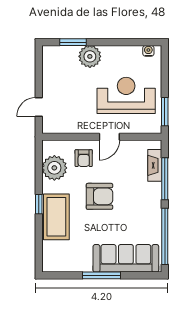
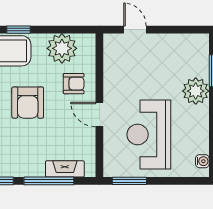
reception desk: (126, 95) -> (149, 135), turned 180
armchair: (84, 158) -> (74, 84), turned 180

